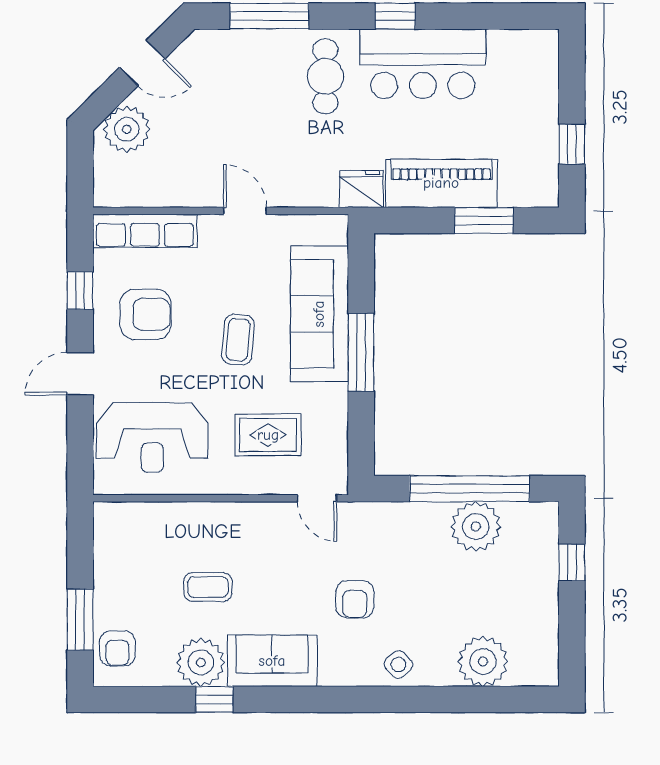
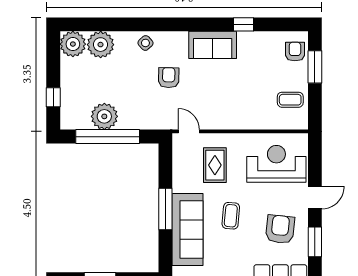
window: (80, 291) -> (315, 242), width x1.50
armchair: (145, 314) -> (280, 229), turned 96
rug: (268, 435) -> (215, 165), turned 90
coffee table: (208, 587) -> (290, 100), moved
plant: (201, 662) -> (73, 44), moved

